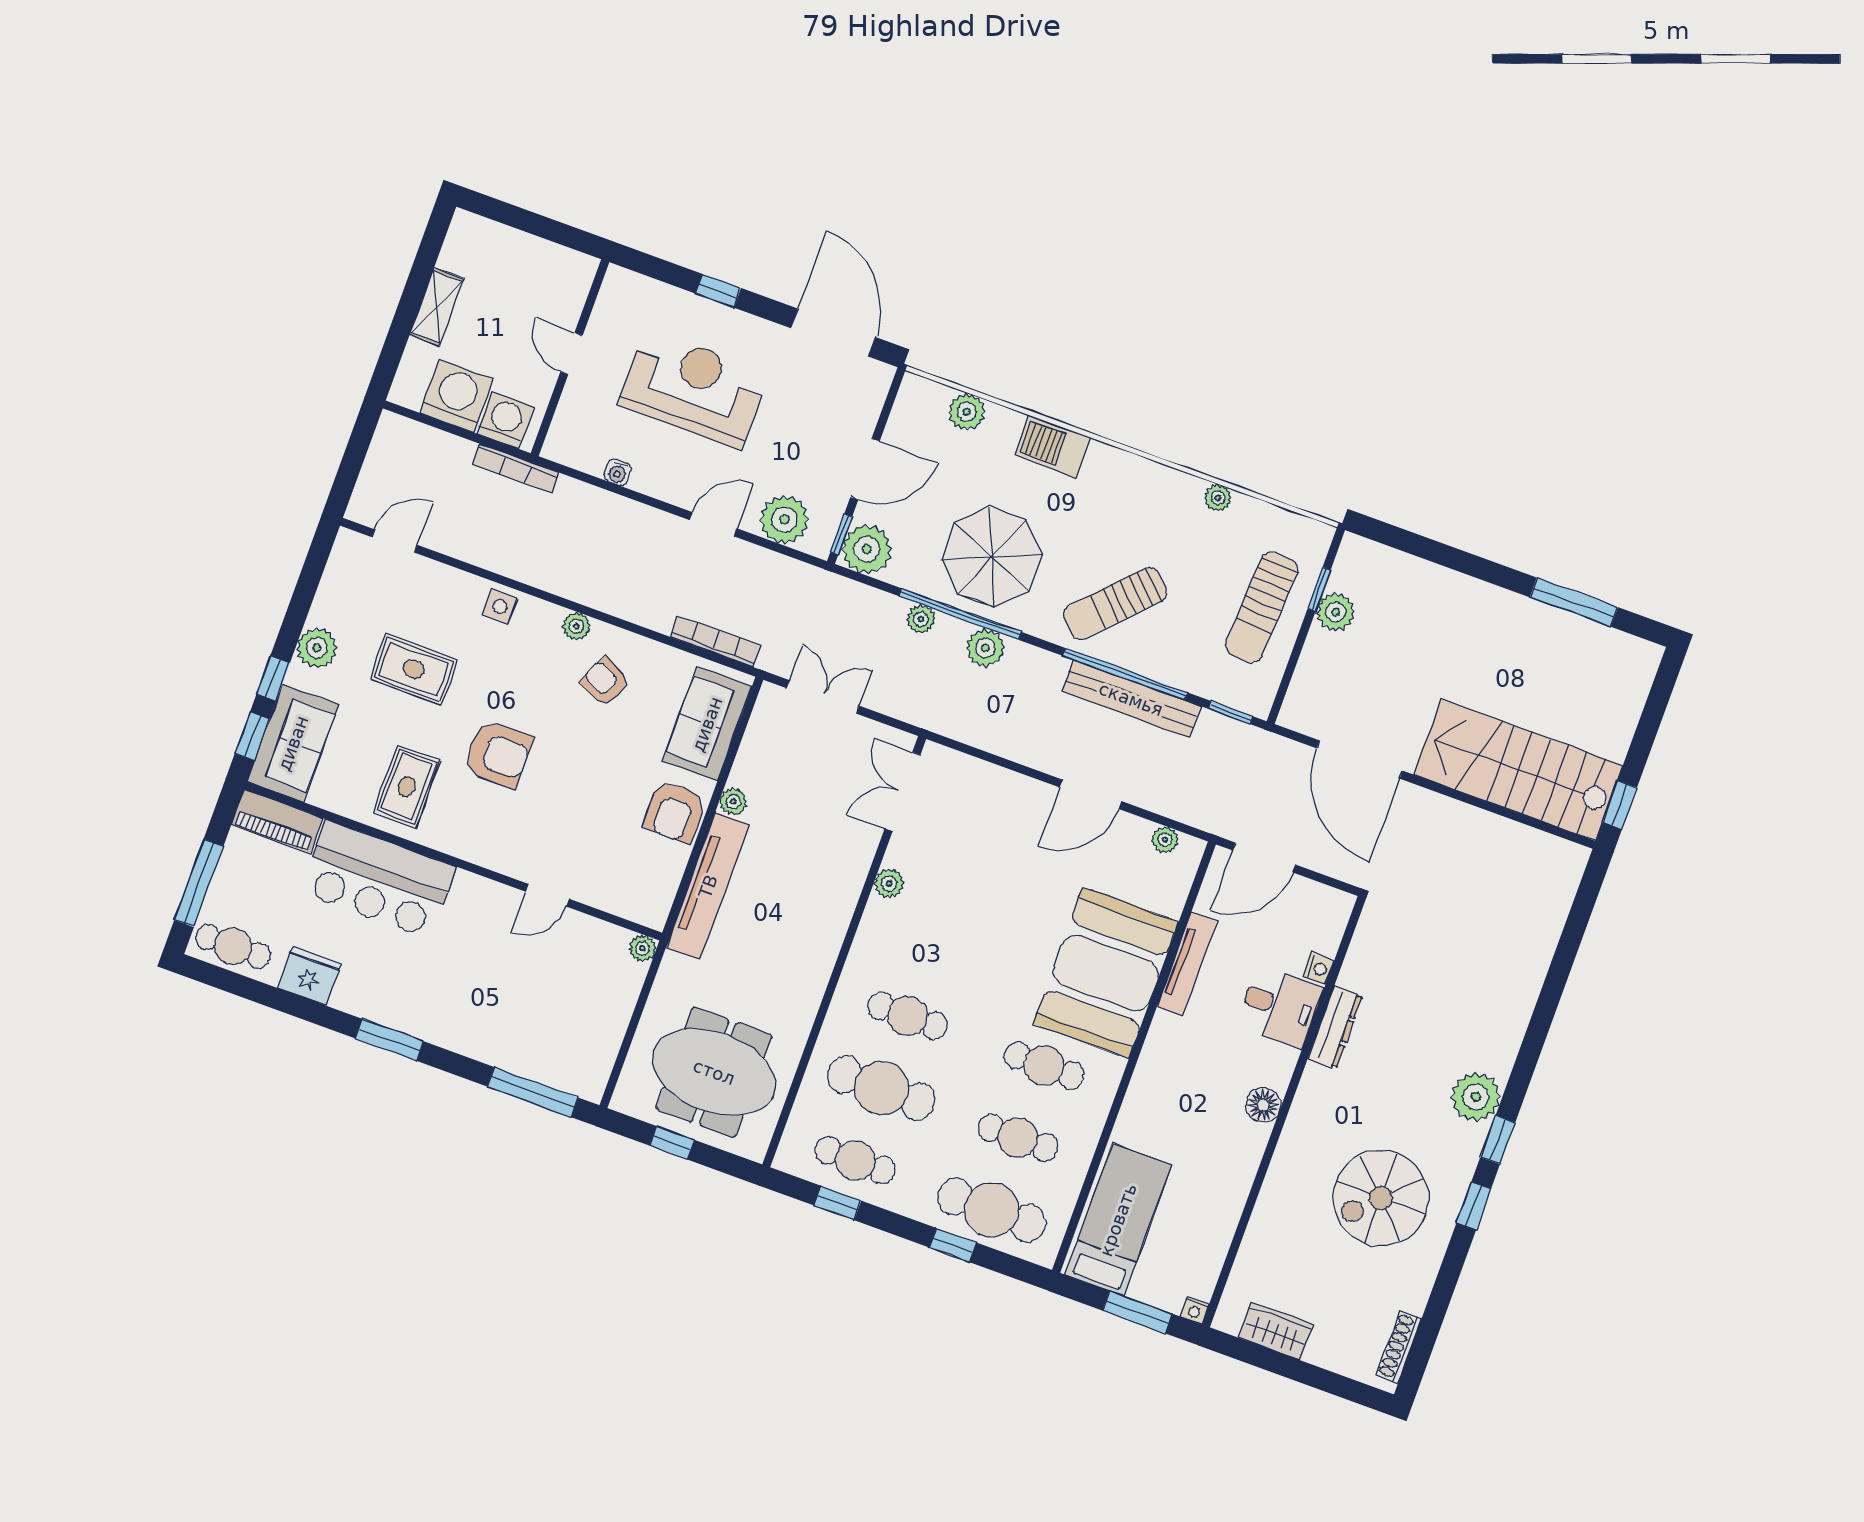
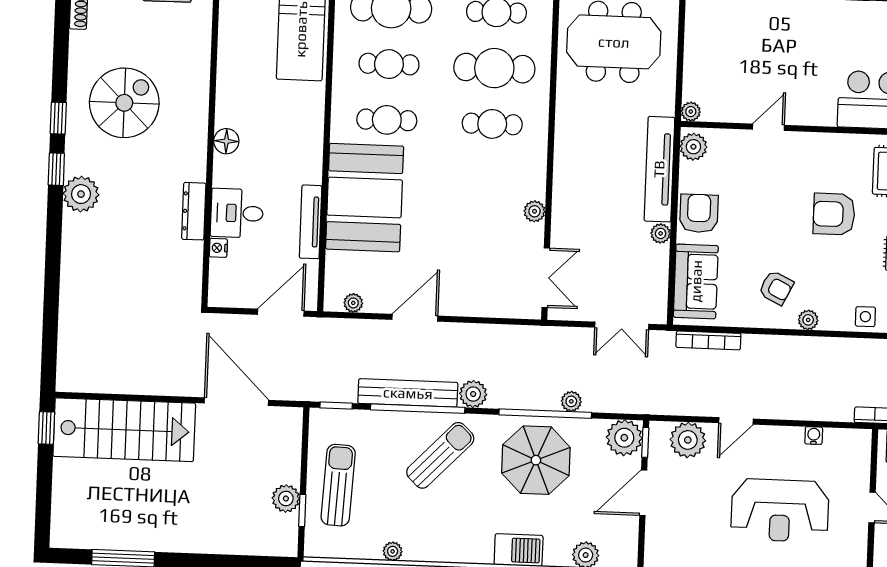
plant: (985, 648) -> (473, 394), moved
plant: (654, 901) -> (693, 147), added

